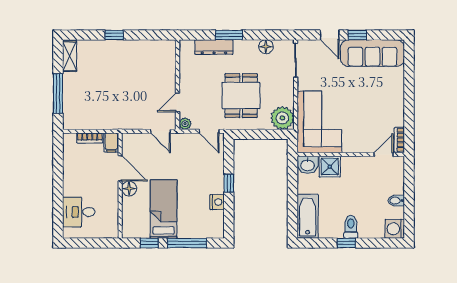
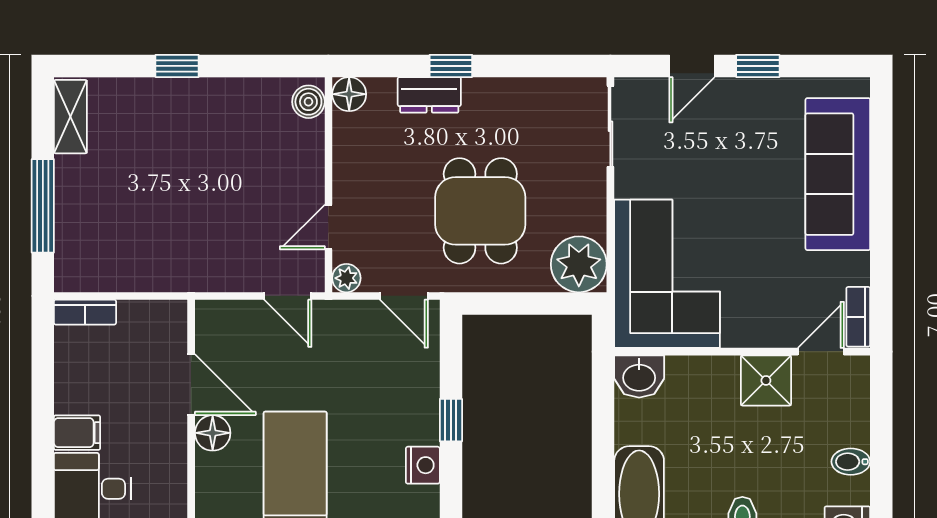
window: (229, 35) -> (451, 66), width x0.67
door: (330, 35) -> (692, 66), hinge flipped
dresser: (214, 47) -> (429, 95), width x0.70
floor lamp: (266, 47) -> (349, 94), moved
boiler: (169, 50) -> (308, 102), added
sofa: (372, 53) -> (838, 174), moved, turned 90
bookcase: (90, 138) -> (85, 312), moved
filing cabinet: (111, 142) -> (77, 433), moved, turned -90
shower: (330, 167) -> (766, 380), moved

